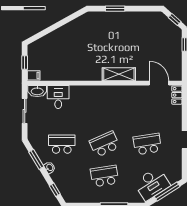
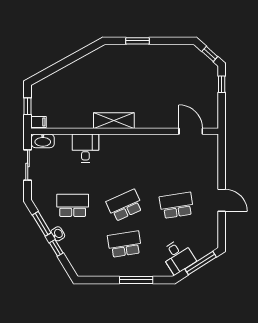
shelving: (119, 74) -> (114, 121), moved
locker: (177, 95) -> (212, 146), removed
desk: (58, 97) -> (85, 148), moved
desk: (152, 184) -> (178, 256), width x0.73
window: (55, 190) -> (56, 248), moved

